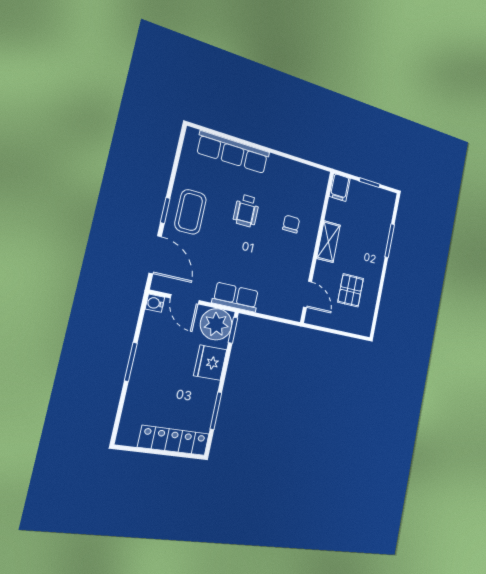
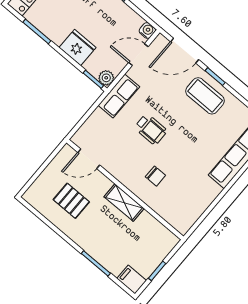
filing cabinet: (340, 187) -> (132, 279), moved
wheelchair: (246, 211) -> (151, 129), moved, turned 180
plant: (216, 324) -> (106, 78), width x0.53, depth x0.53

